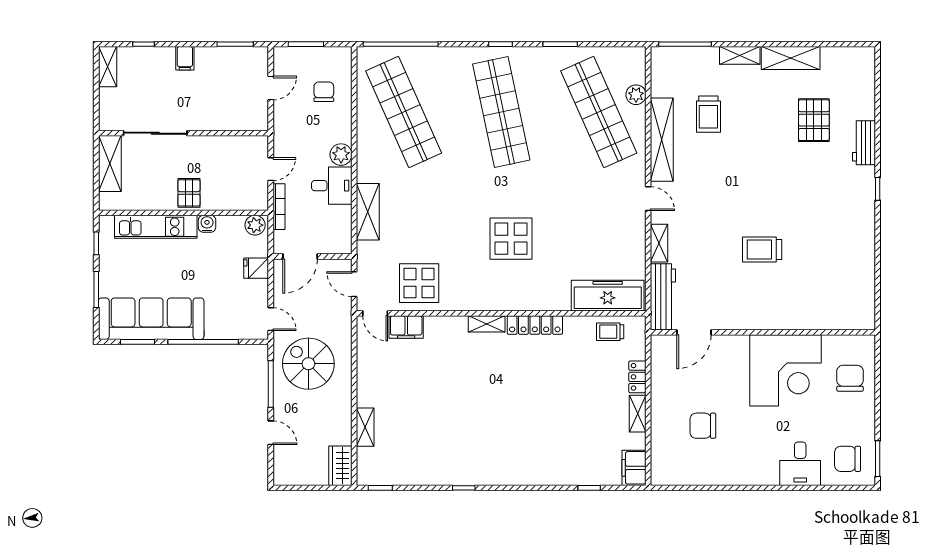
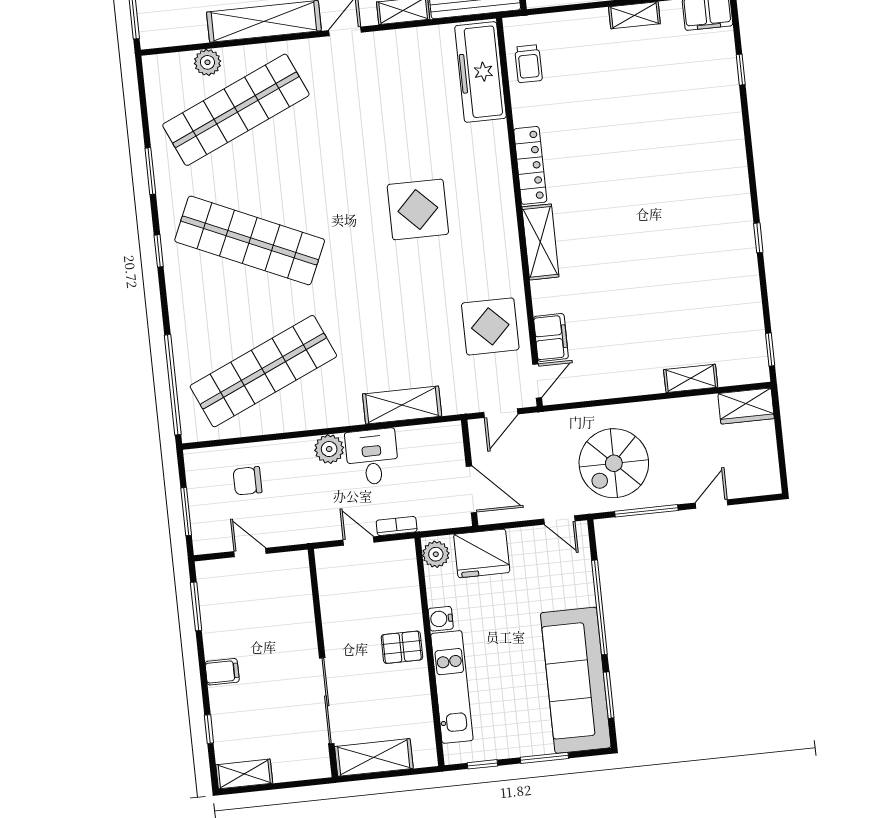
shop shelf: (501, 112) -> (250, 240), turned 36
bookcase: (279, 207) -> (397, 526), width x0.64
fridge: (256, 268) -> (482, 553), width x1.88, depth x1.34
door: (271, 319) -> (559, 520), swing flipped
shelving: (487, 324) -> (540, 242), width x1.50, depth x1.33
locker: (637, 377) -> (585, 21), removed

